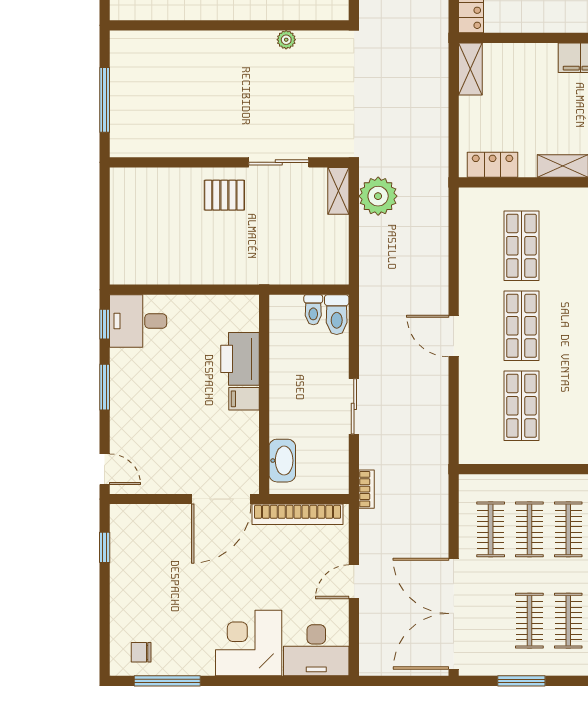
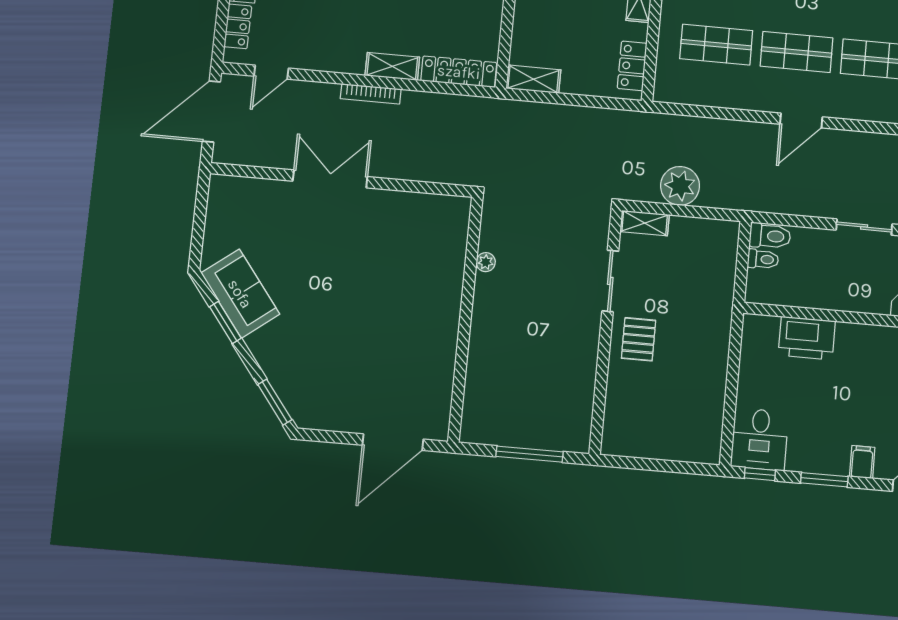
plant: (378, 196) -> (680, 186), moved
filing cabinet: (244, 399) -> (862, 462), moved, turned 180

